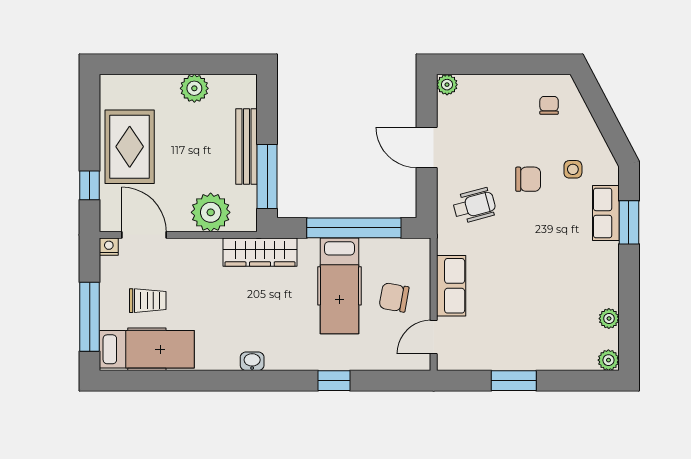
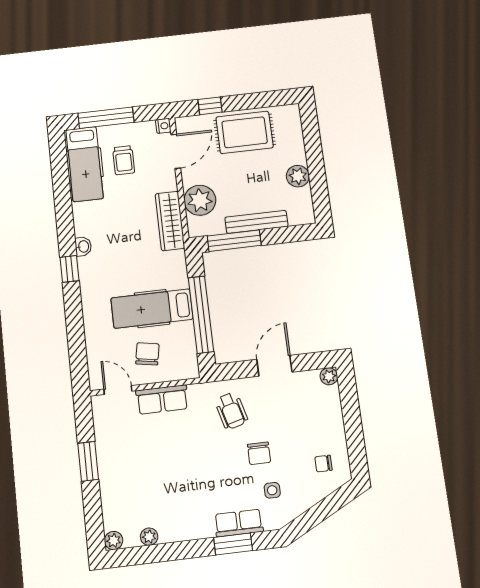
chair: (549, 105) -> (323, 464), turned 180
wardrobe: (260, 252) -> (170, 221), moved
window: (334, 381) -> (69, 269), moved

